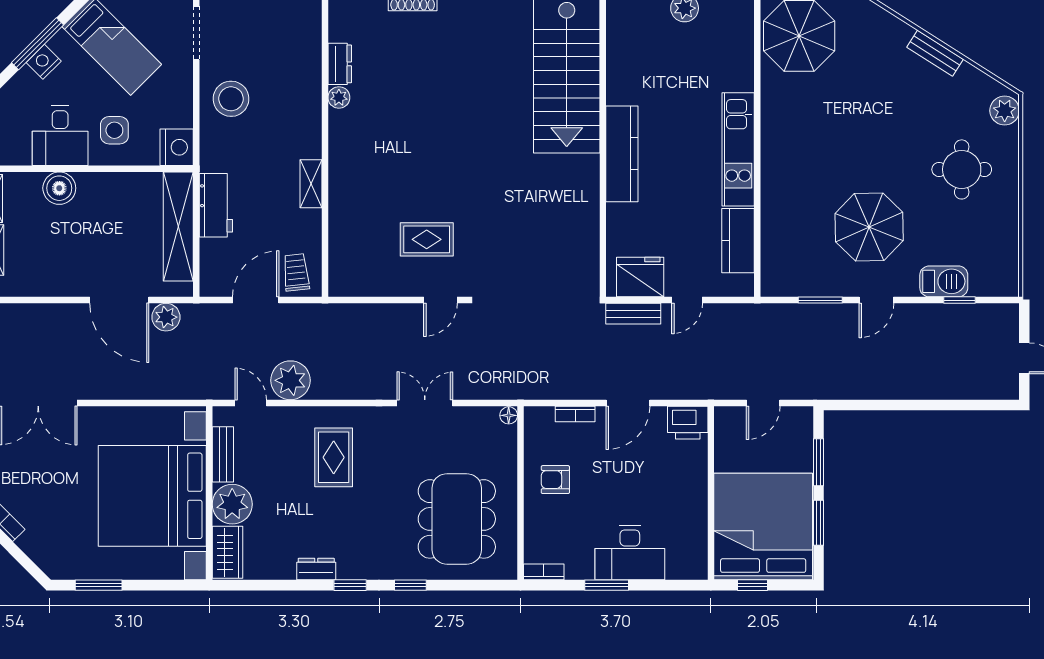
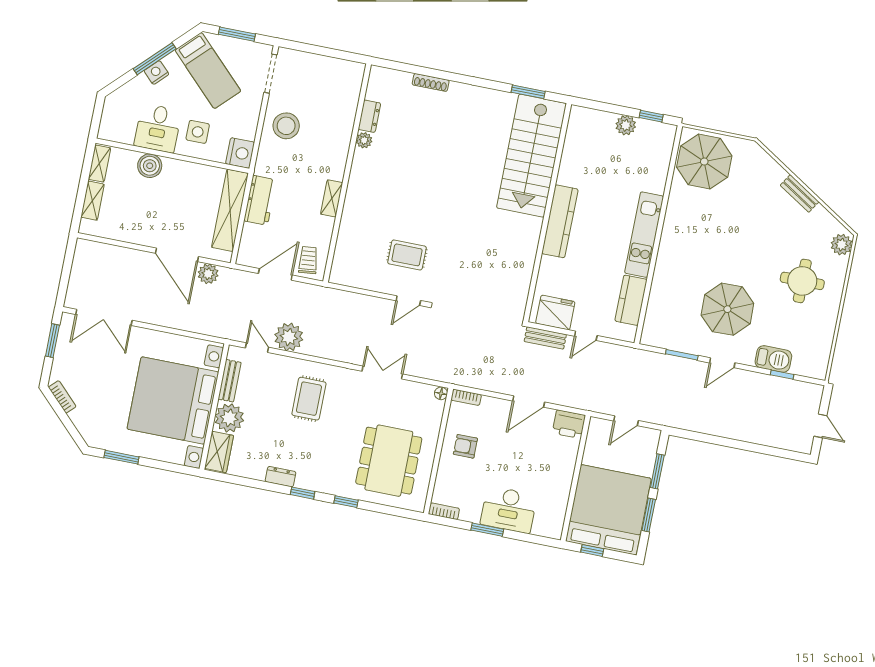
bookcase: (575, 414) -> (466, 397), moved

